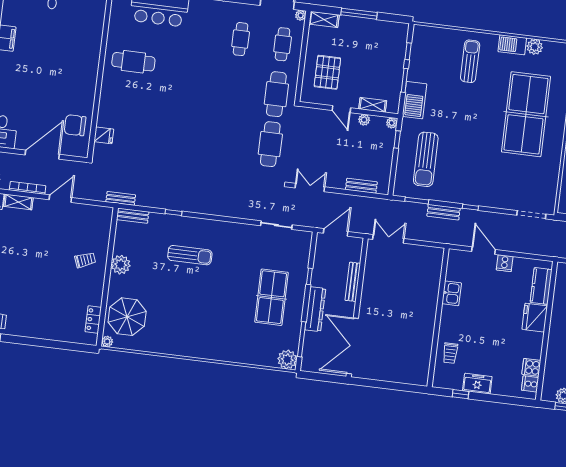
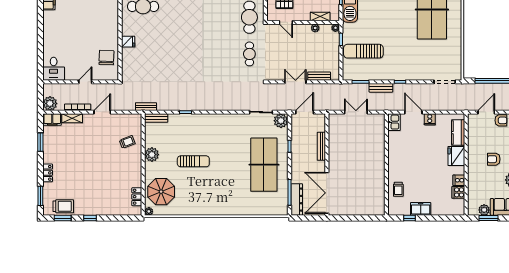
door: (341, 109) -> (286, 22), moved
chair: (75, 125) -> (106, 58), turned 92
fridge: (104, 135) -> (128, 42), moved
cafe table: (270, 144) -> (249, 54), width x0.73, depth x0.74
door: (42, 155) -> (85, 82), width x0.53
sun lounger: (426, 159) -> (363, 51), turned 90
double door: (310, 187) -> (295, 82), moved
double door: (388, 239) -> (356, 112), moved
sun lounger: (190, 255) -> (193, 161), moved
trolley: (85, 260) -> (127, 142), moved
kitchen sink: (452, 293) -> (394, 122), moved
table tennis table: (272, 297) -> (264, 165), width x1.36, depth x1.32
dresser: (315, 309) -> (297, 200), moved
window: (26, 341) -> (90, 218), added
plant: (287, 360) -> (281, 121), moved
cooker: (530, 384) -> (459, 180), moved

